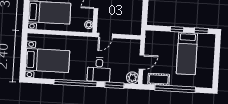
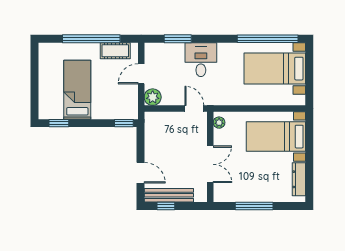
window: (177, 29) -> (124, 123), moved
door: (105, 36) -> (194, 109), hinge flipped
plant: (132, 78) -> (153, 97), moved
window: (75, 83) -> (268, 39), moved

